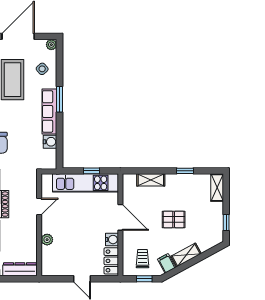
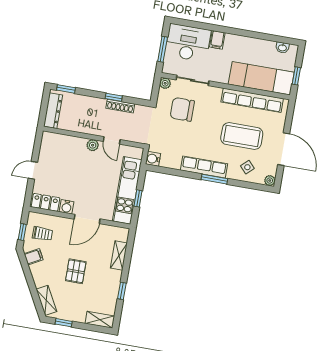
water cooler: (50, 142) -> (153, 159), moved, turned 90
plant: (47, 240) -> (93, 145), moved
shelving: (186, 255) -> (46, 300), moved

